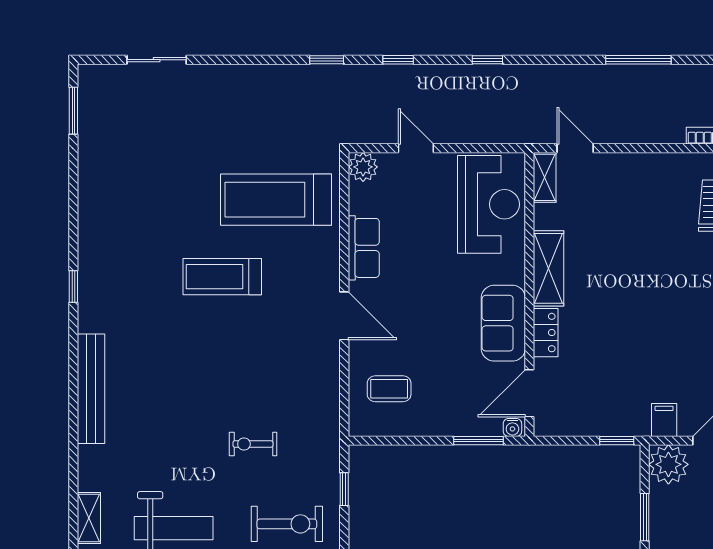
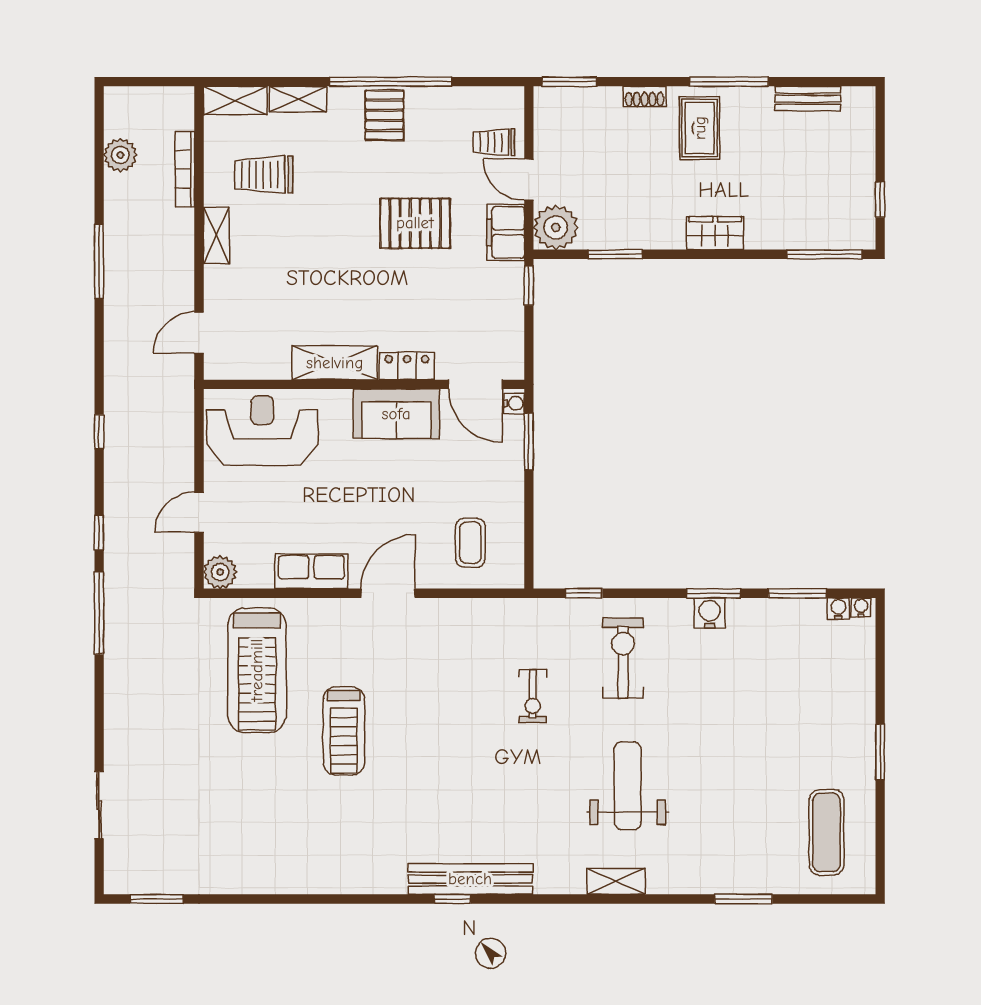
window: (327, 60) -> (99, 613), width x2.17
shelving: (545, 177) -> (216, 236), moved, turned 90
window: (73, 287) -> (452, 899), moved
pallet: (672, 340) -> (415, 223), added
filing cabinet: (664, 420) -> (506, 232), width x2.00

